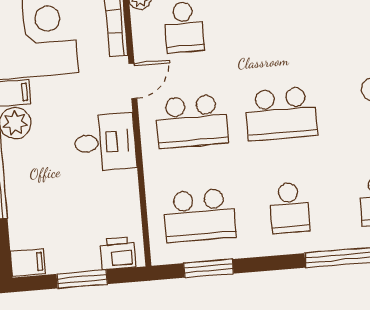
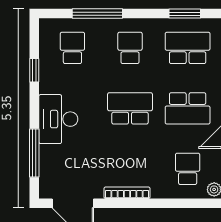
school desk: (192, 121) -> (188, 108), turned 180

